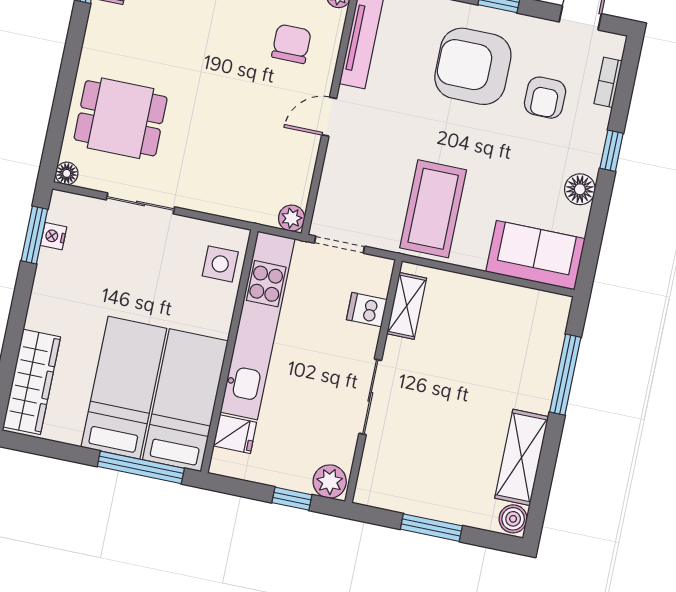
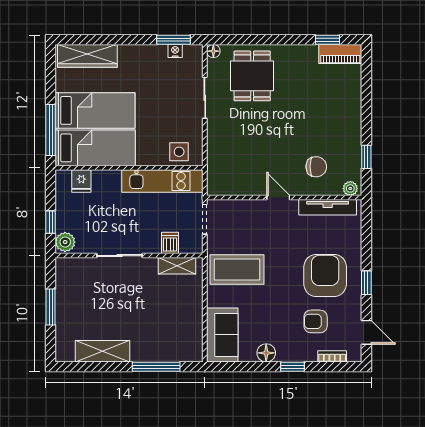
plant: (292, 218) -> (214, 188), removed
kitchen unit: (258, 325) -> (162, 181), width x0.73
boiler: (513, 519) -> (66, 354), removed

